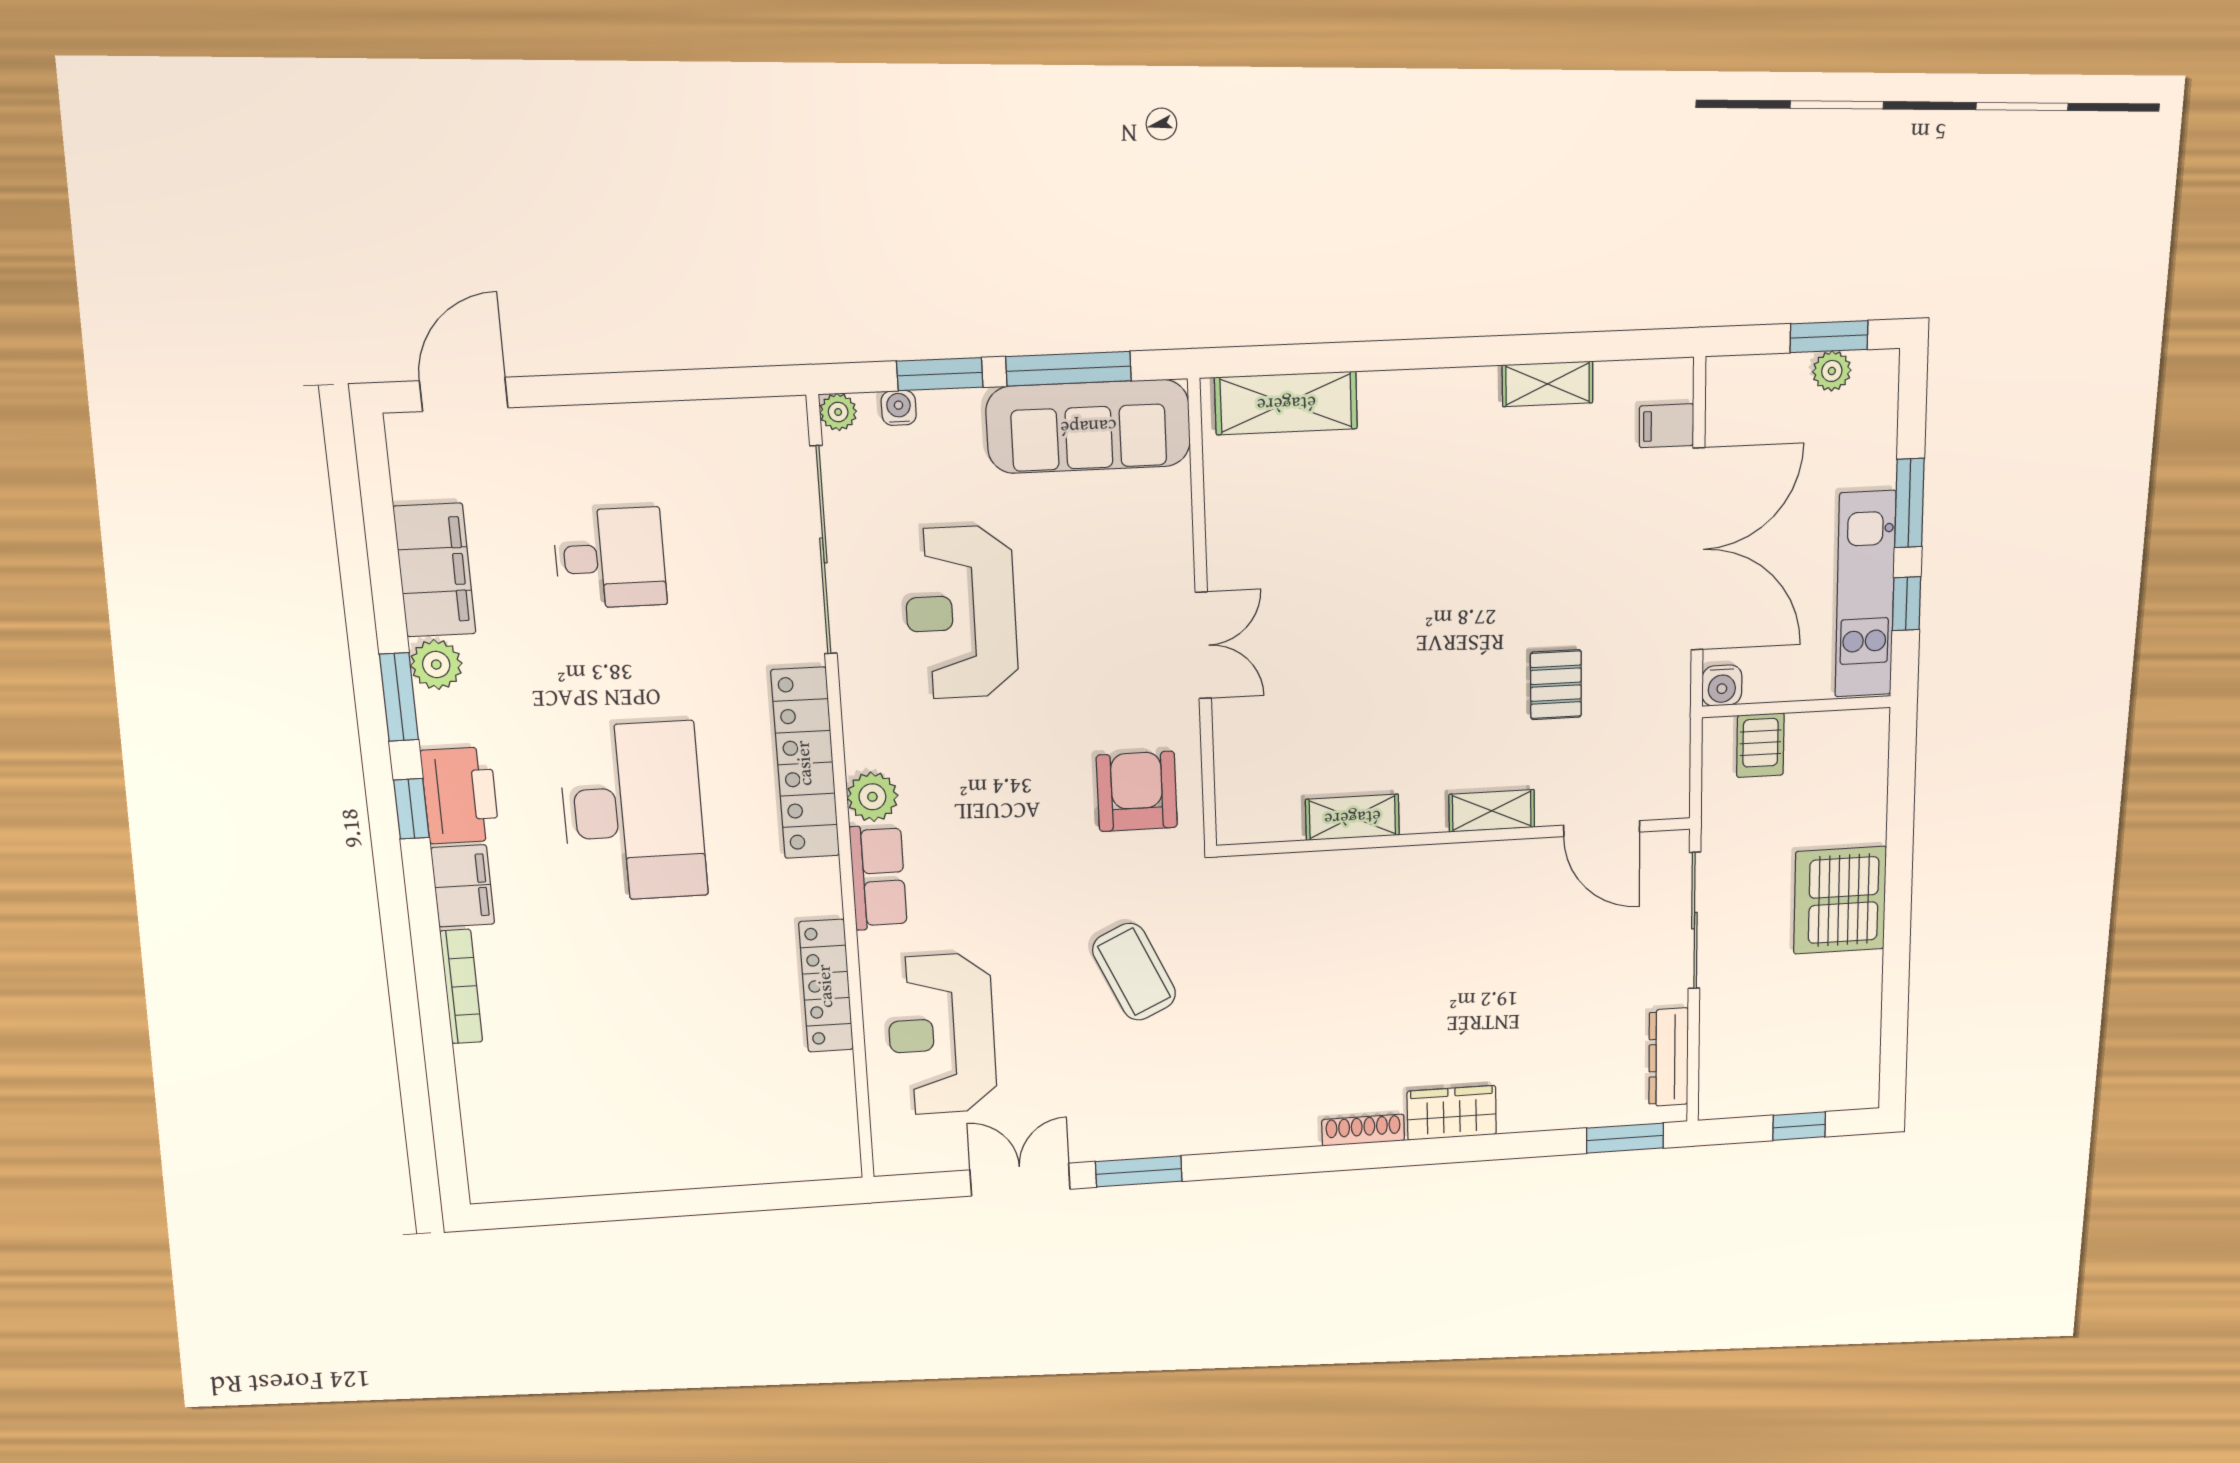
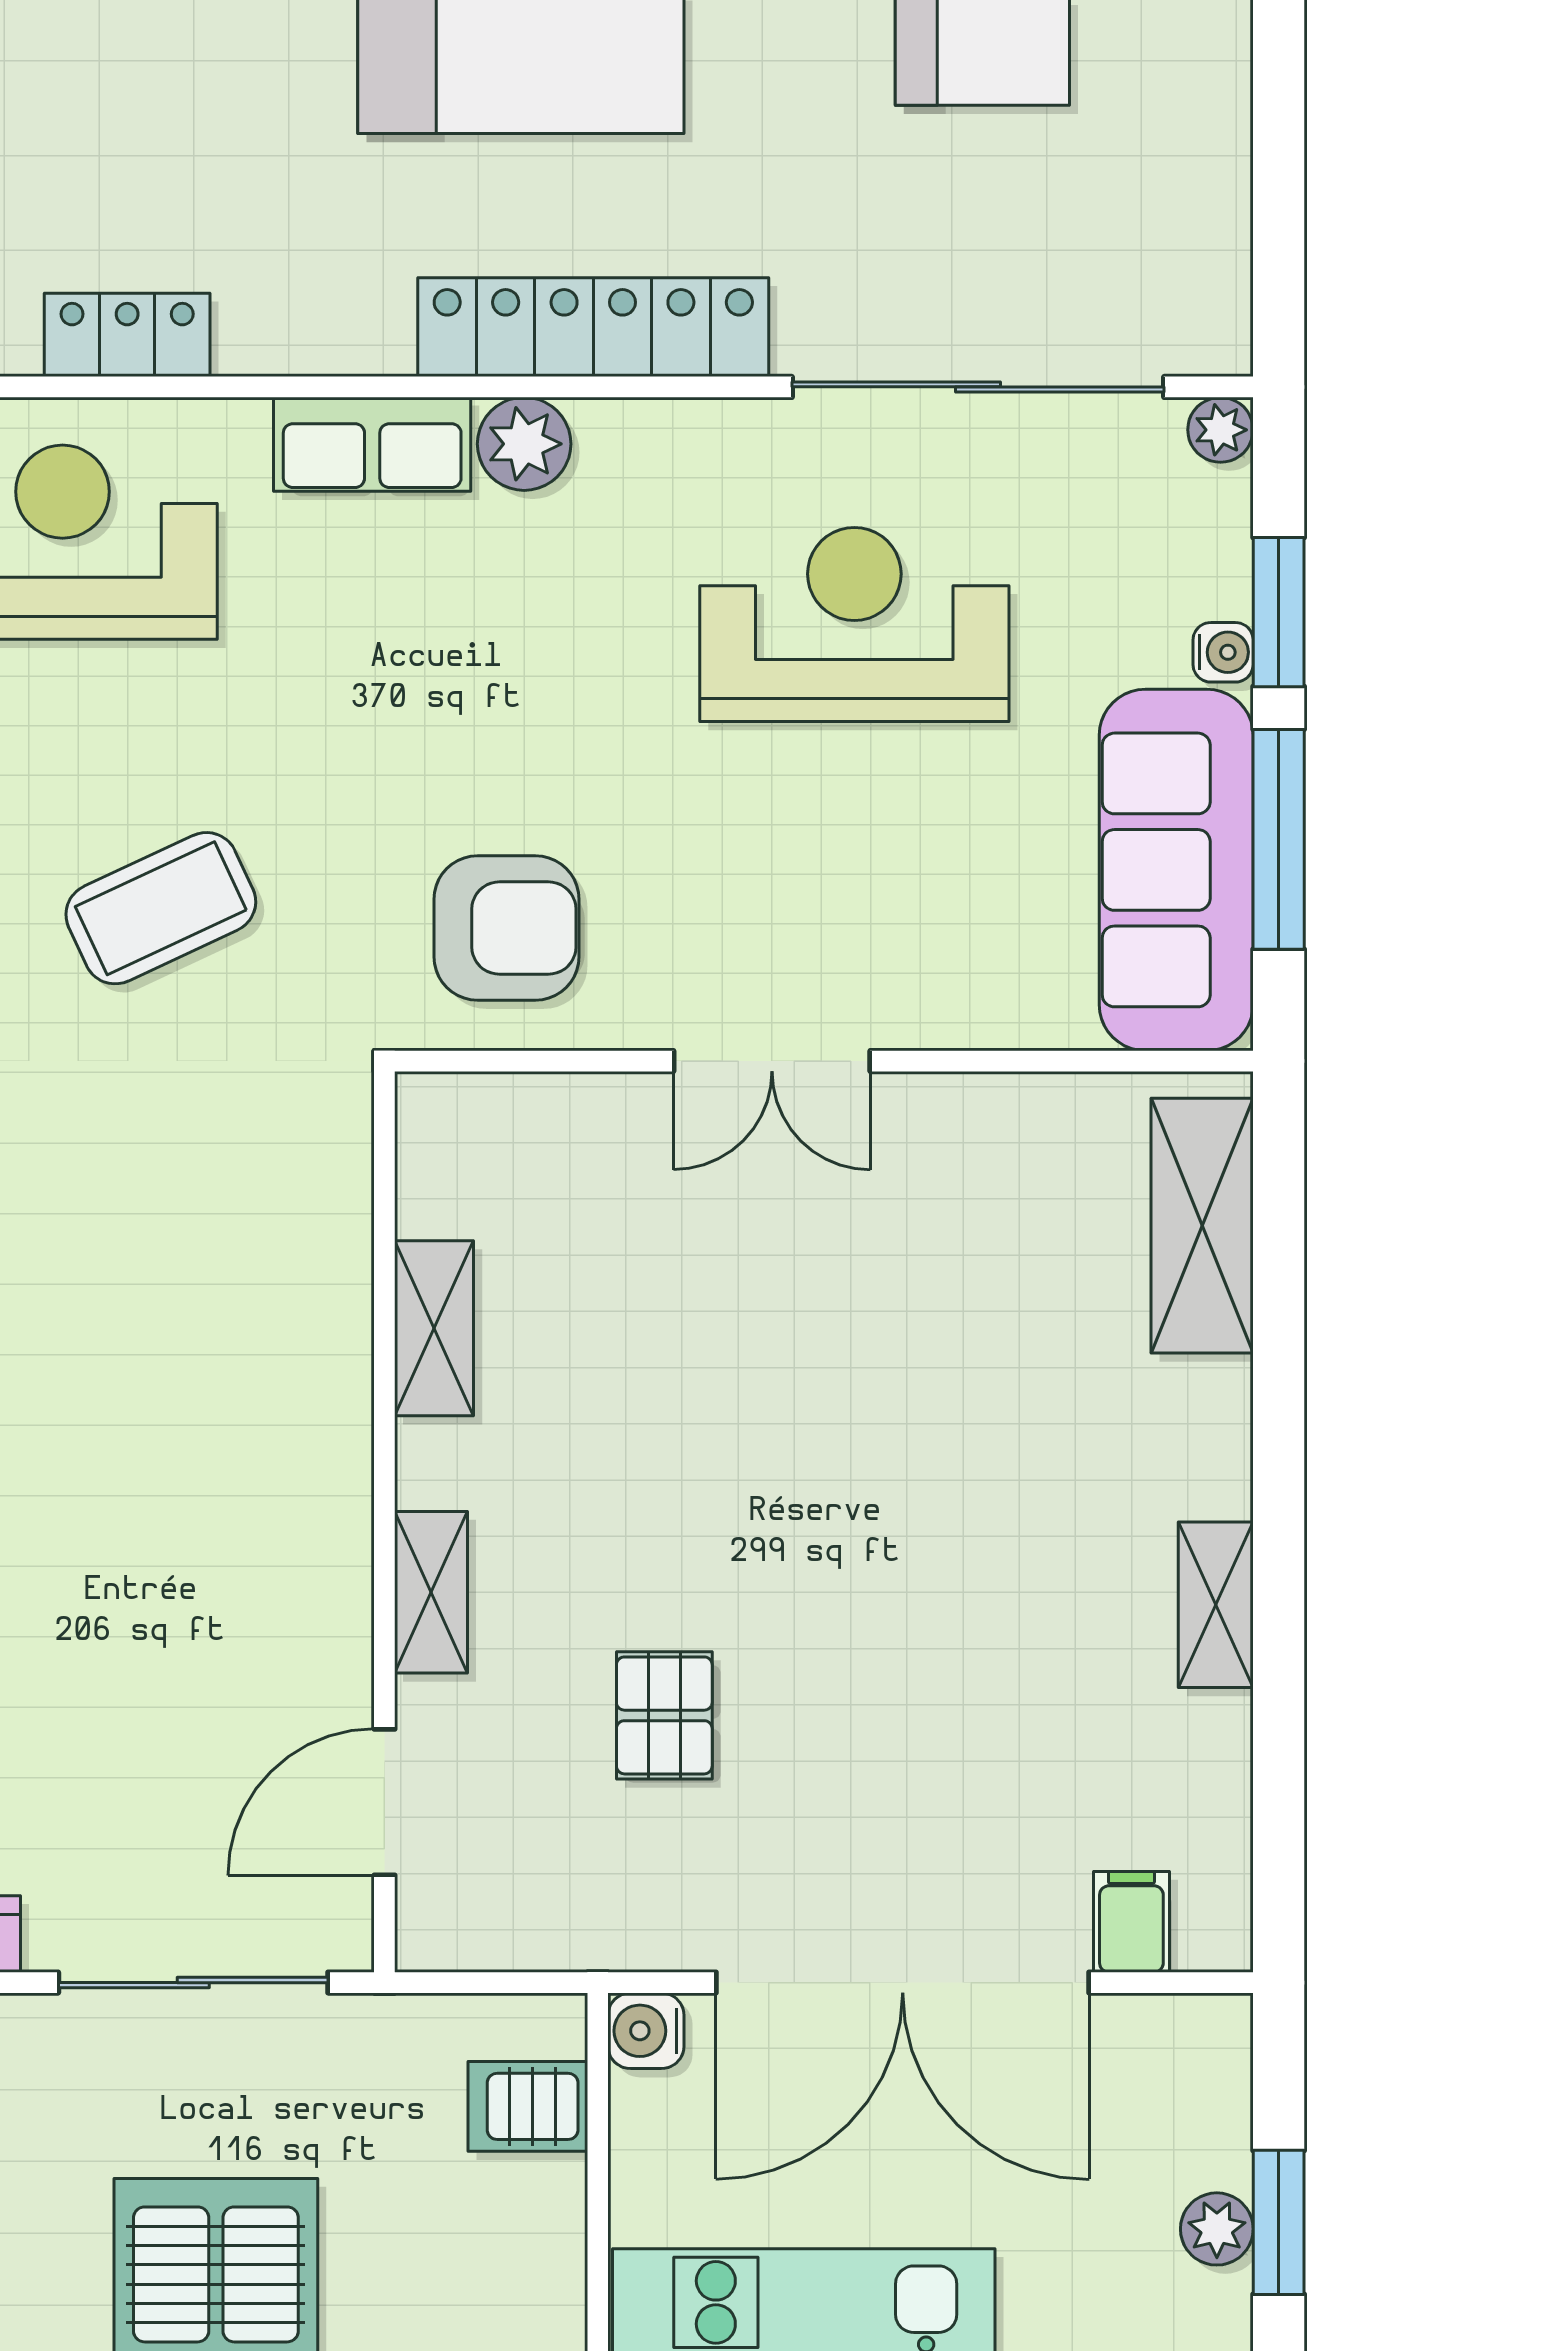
shelving: (1548, 384) -> (1216, 1605), moved
water cooler: (899, 408) -> (1223, 652), moved
pallet: (1556, 685) -> (664, 1715), turned 90
locker: (826, 986) -> (127, 335), width x0.66

